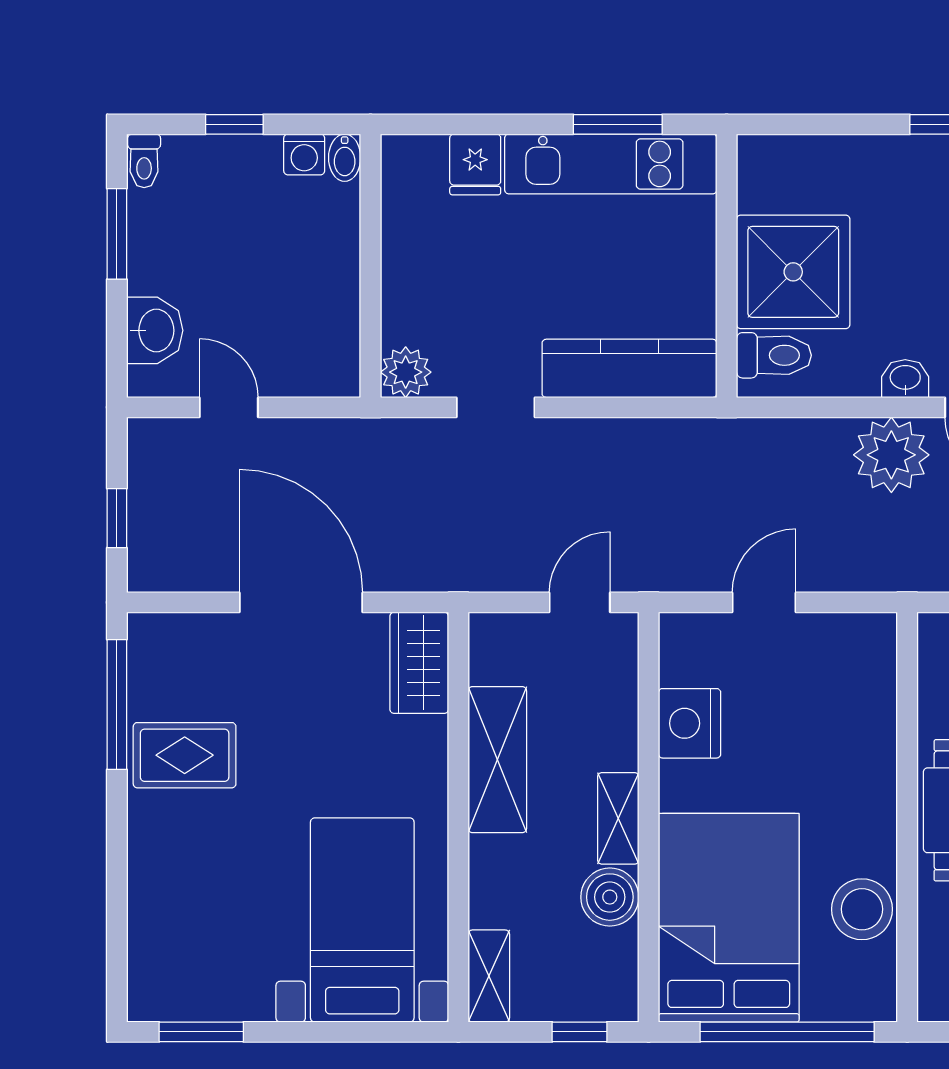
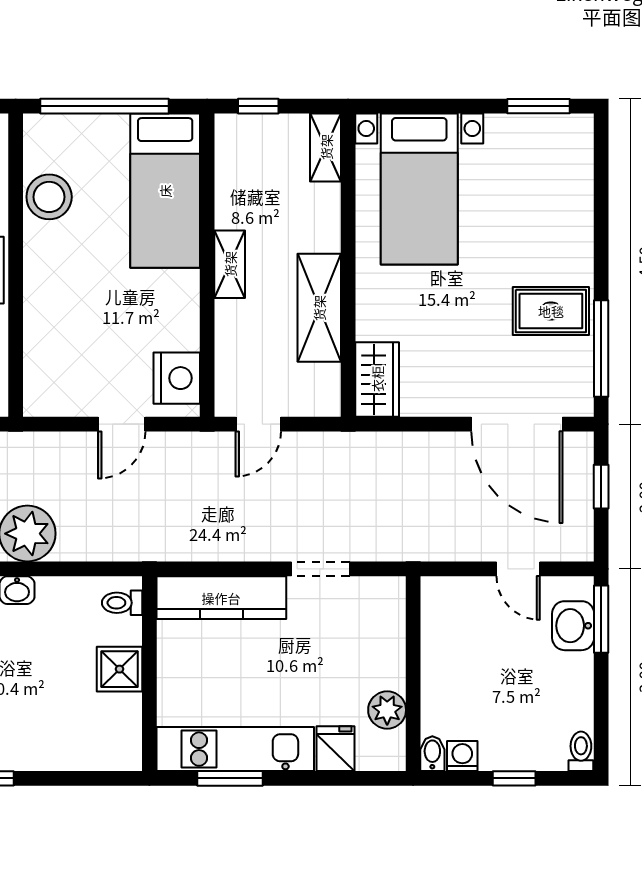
window: (117, 234) -> (601, 619), moved
shower: (793, 272) -> (120, 669), width x0.54, depth x0.54
toilet: (774, 355) -> (122, 603), width x0.73, depth x0.72
plant: (406, 372) -> (387, 710), moved
door: (301, 602) -> (517, 424), moved
nightstand: (690, 723) -> (177, 378), moved
boiler: (610, 897) -> (236, 206), removed
bed: (729, 918) -> (165, 191), width x0.67

